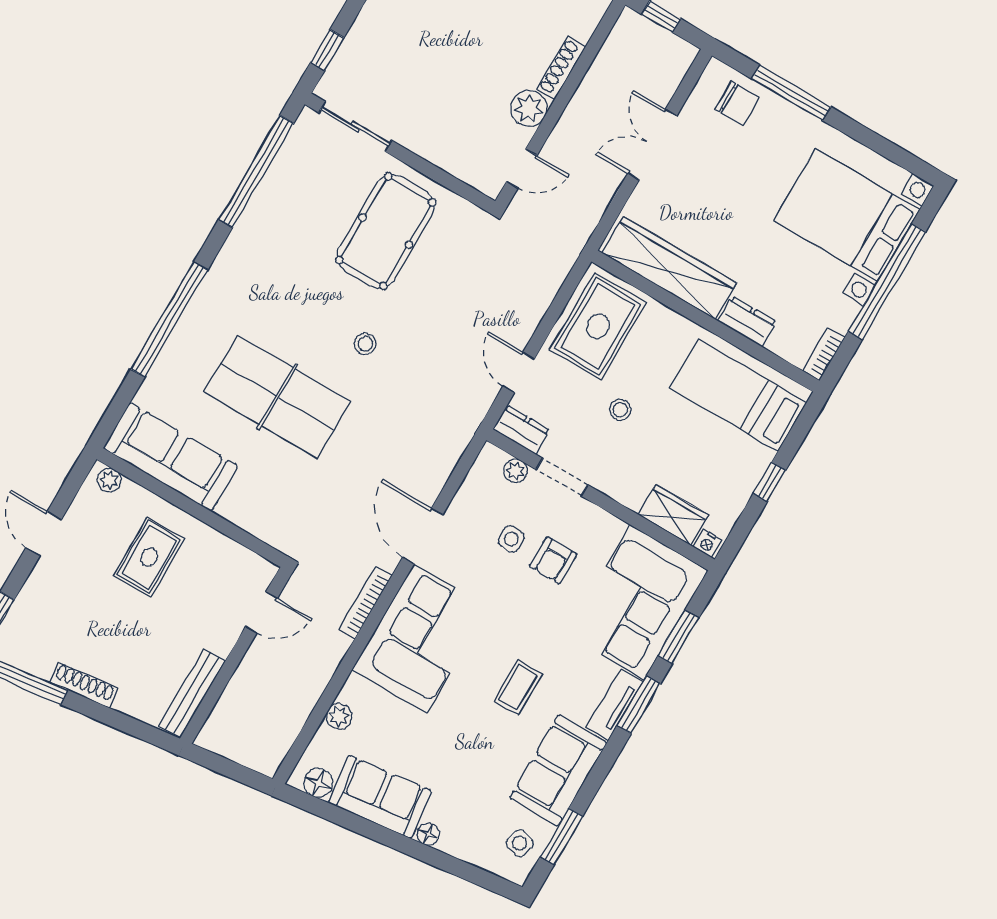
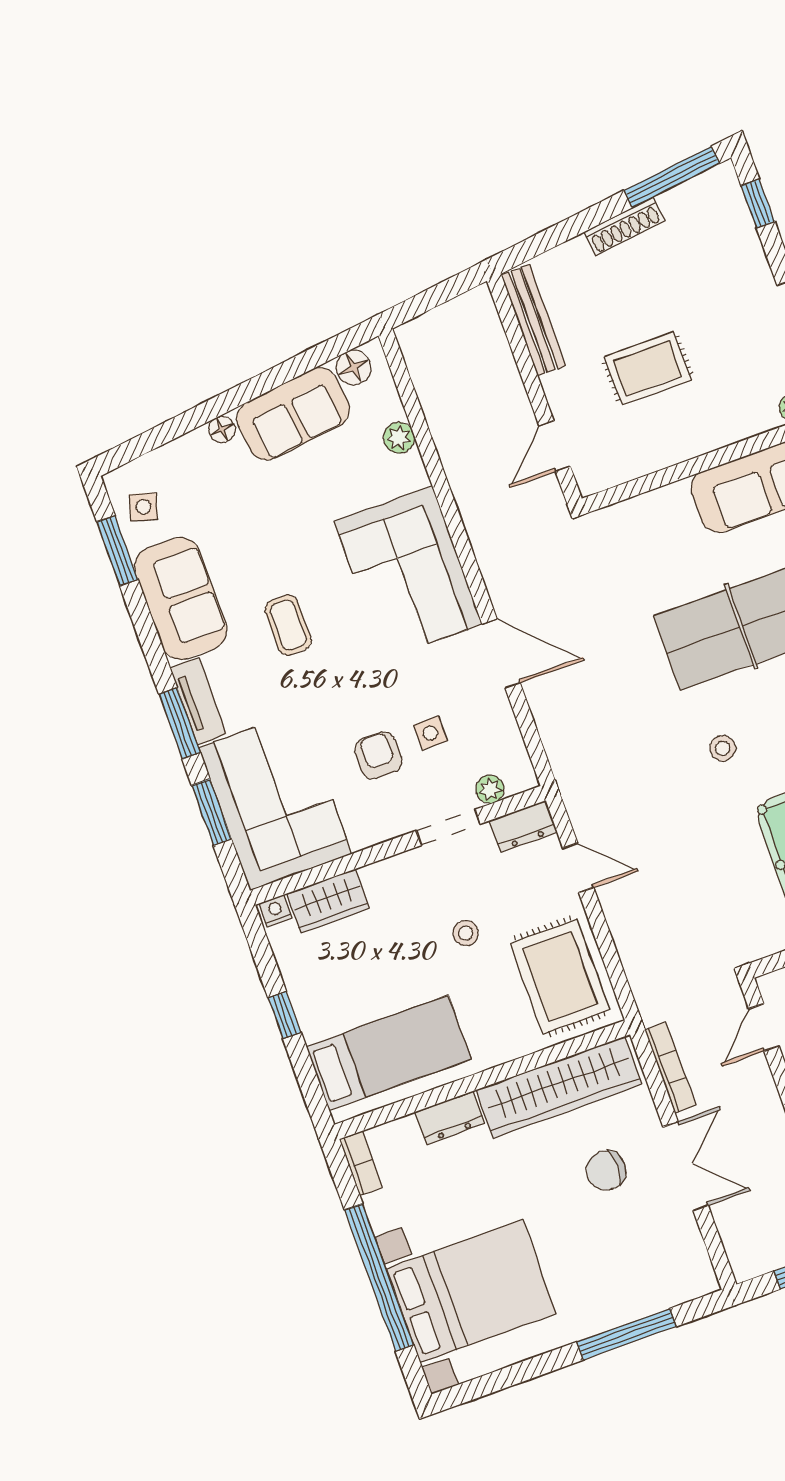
chair: (737, 103) -> (606, 1170), moved
rug: (149, 557) -> (648, 368), moved, turned 90
bookcase: (365, 603) -> (670, 1068), moved

